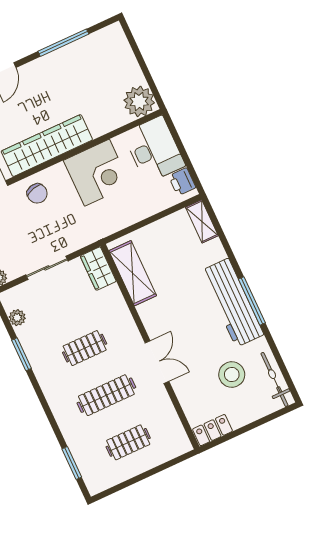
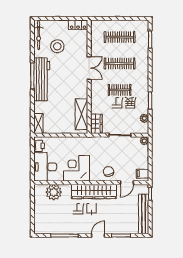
plant: (139, 101) -> (54, 192), moved
double door: (157, 362) -> (89, 68), swing flipped
clothes rail: (128, 442) -> (120, 37), width x1.36

